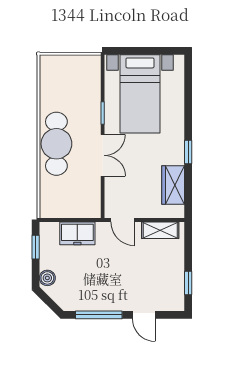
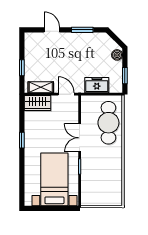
cafe table: (56, 144) -> (108, 123), moved
wardrobe: (173, 185) -> (38, 103), moved, turned 90
window: (188, 283) -> (22, 68), moved
window: (99, 315) -> (82, 30), width x0.69

